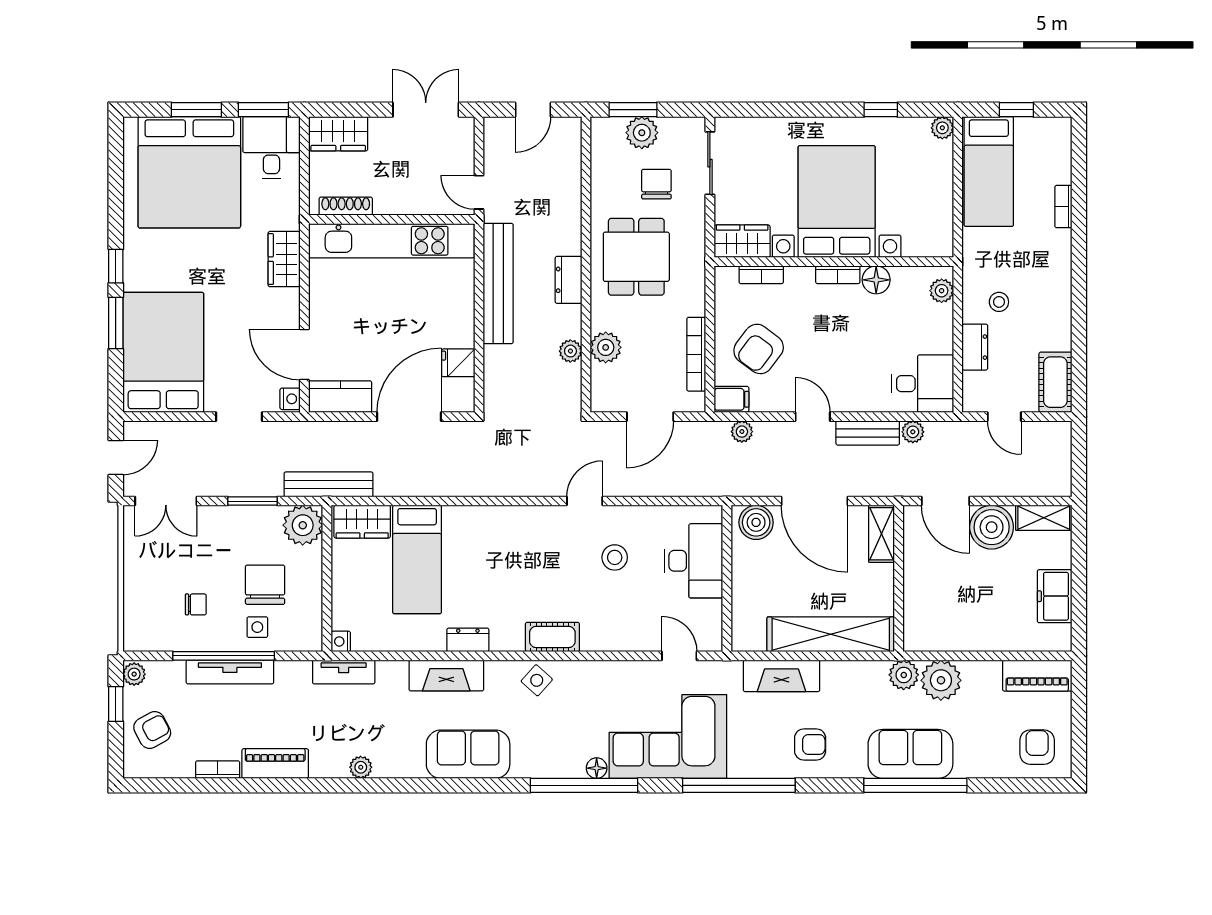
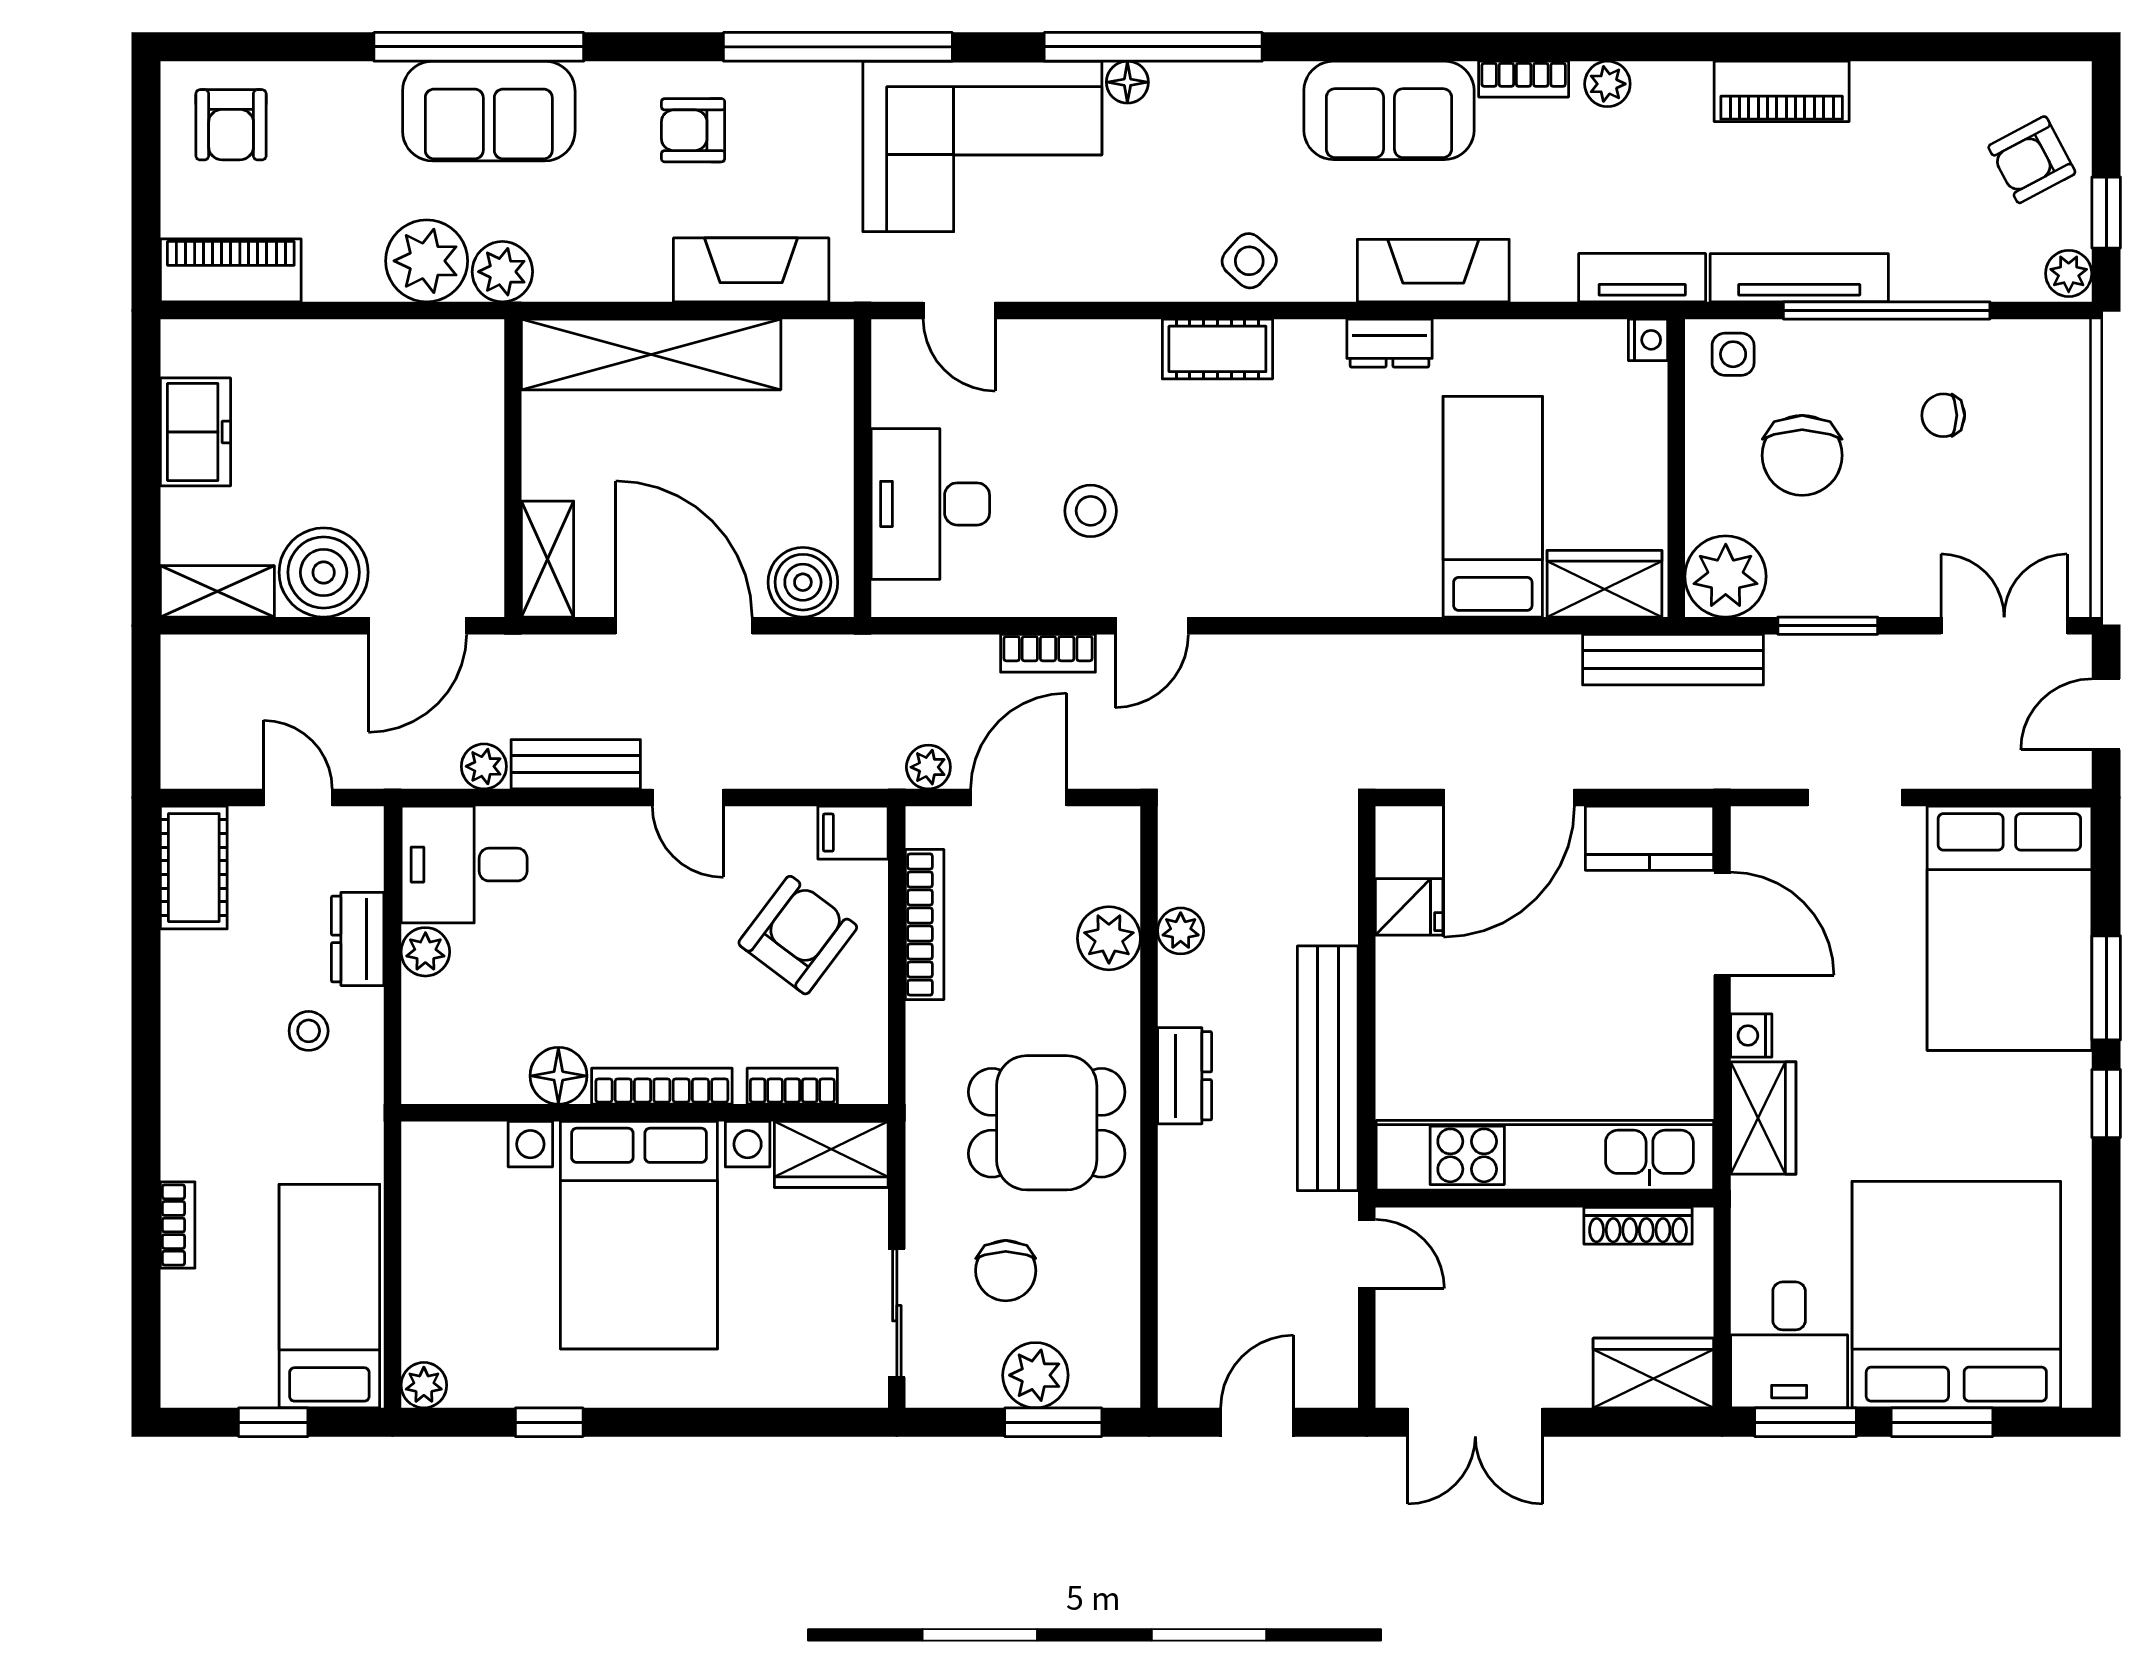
dining table: (636, 257) -> (1047, 1123), turned 90
bookcase: (838, 275) -> (662, 1086), width x1.56
plant: (942, 291) -> (425, 952), moved
nightstand: (290, 399) -> (1751, 1036), moved
plant: (742, 432) -> (928, 767), moved
bookcase: (636, 487) -> (1048, 653), added
door: (945, 501) -> (417, 626), swing flipped
side table: (257, 627) -> (1733, 354), moved
tv unit: (230, 672) -> (1799, 278), moved
bookcase: (218, 770) -> (1524, 79), moved

